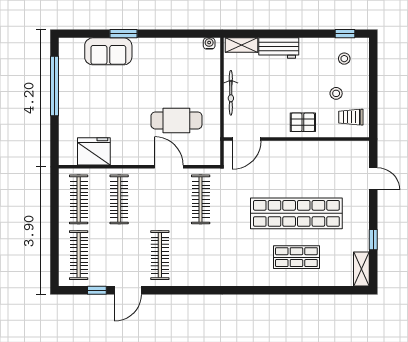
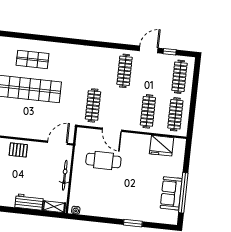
sofa: (108, 51) -> (171, 193), moved, turned -90

